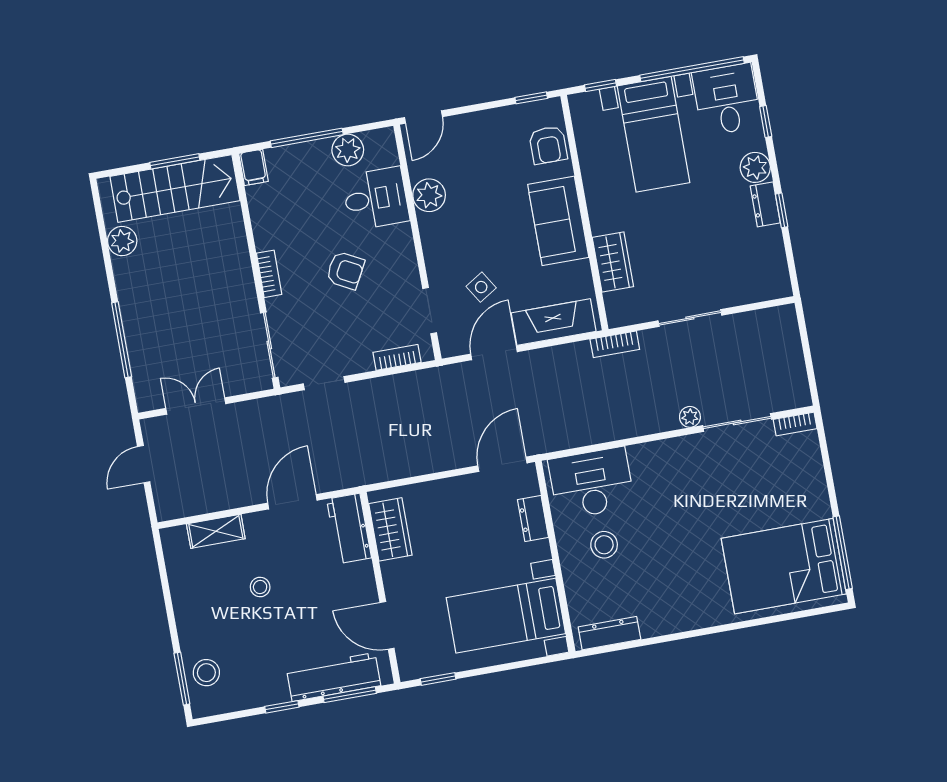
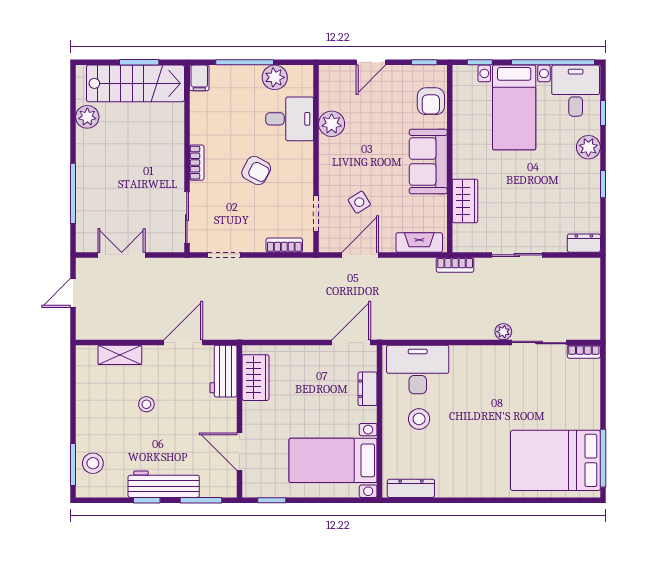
door: (424, 117) -> (371, 62), moved
dresser: (765, 204) -> (584, 243), moved, turned 90
fireplace: (554, 322) -> (419, 242), width x0.73, depth x0.76
workbench: (334, 677) -> (164, 484), moved

